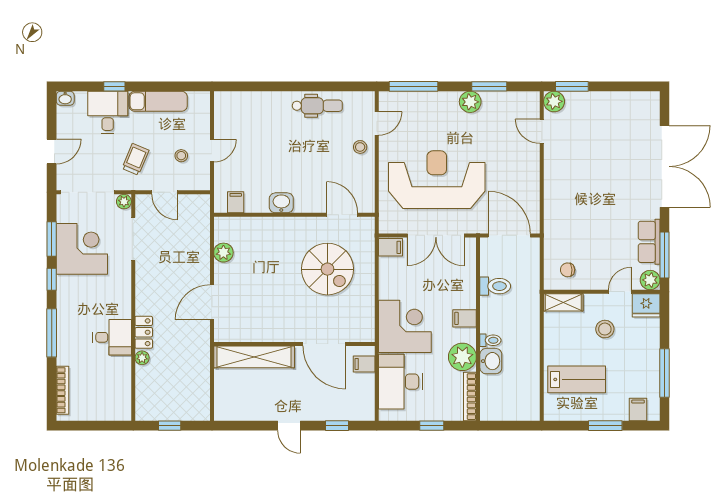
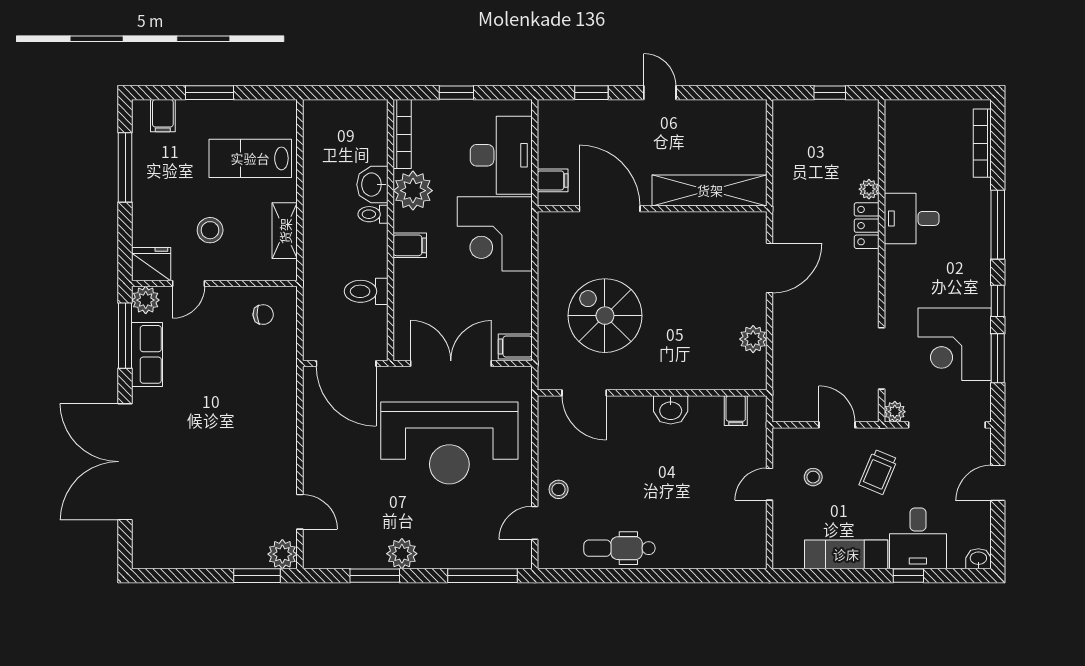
shelving: (563, 302) -> (285, 231), moved, turned 90

